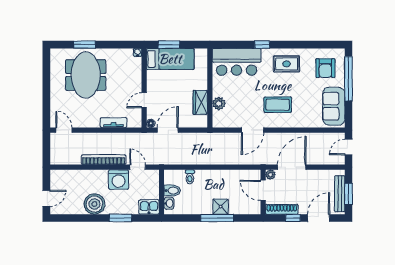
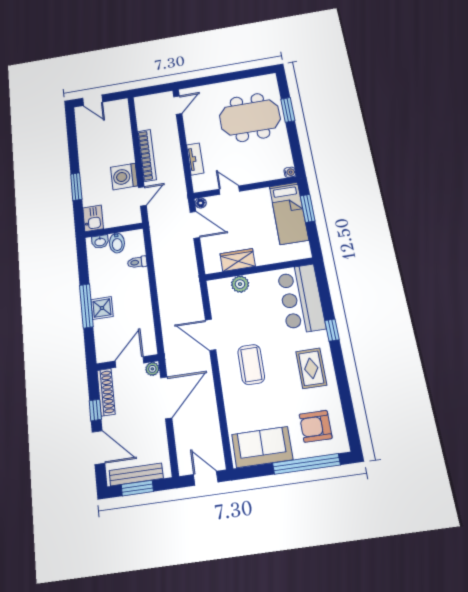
door: (292, 167) -> (166, 398), hinge flipped
boiler: (94, 204) -> (91, 154), removed

